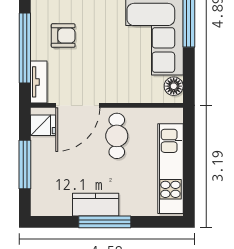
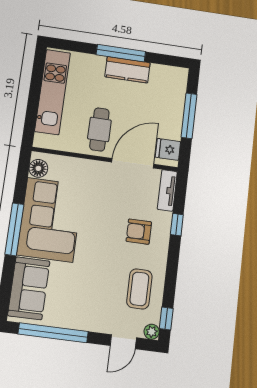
window: (25, 48) -> (177, 225), width x0.32

